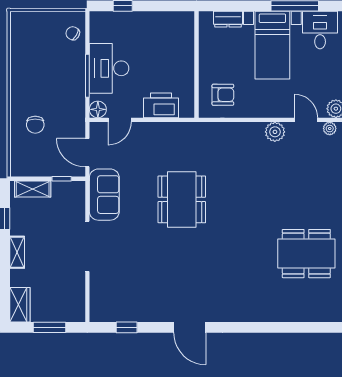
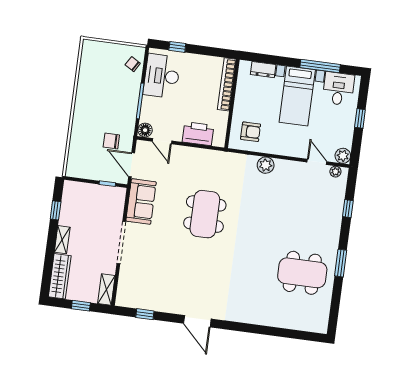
bookcase: (187, 43) -> (227, 84), added
desk: (109, 68) -> (162, 76), moved
door: (120, 120) -> (162, 141), hinge flipped
chair: (35, 125) -> (111, 141), moved, turned 90
plant: (275, 132) -> (266, 165), moved
shelving: (33, 189) -> (106, 289), moved, turned 90
wardrobe: (20, 305) -> (60, 276), width x1.50
window: (49, 327) -> (81, 306), width x0.67

